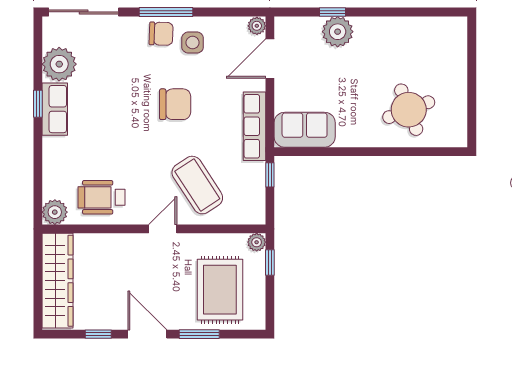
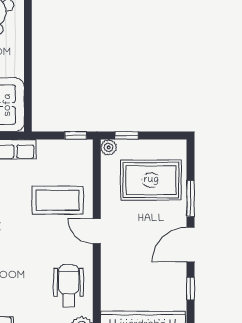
window: (270, 175) -> (76, 136), moved
coffee table: (197, 185) -> (58, 200), turned 33
wheelchair: (101, 197) -> (69, 286), turned 180

